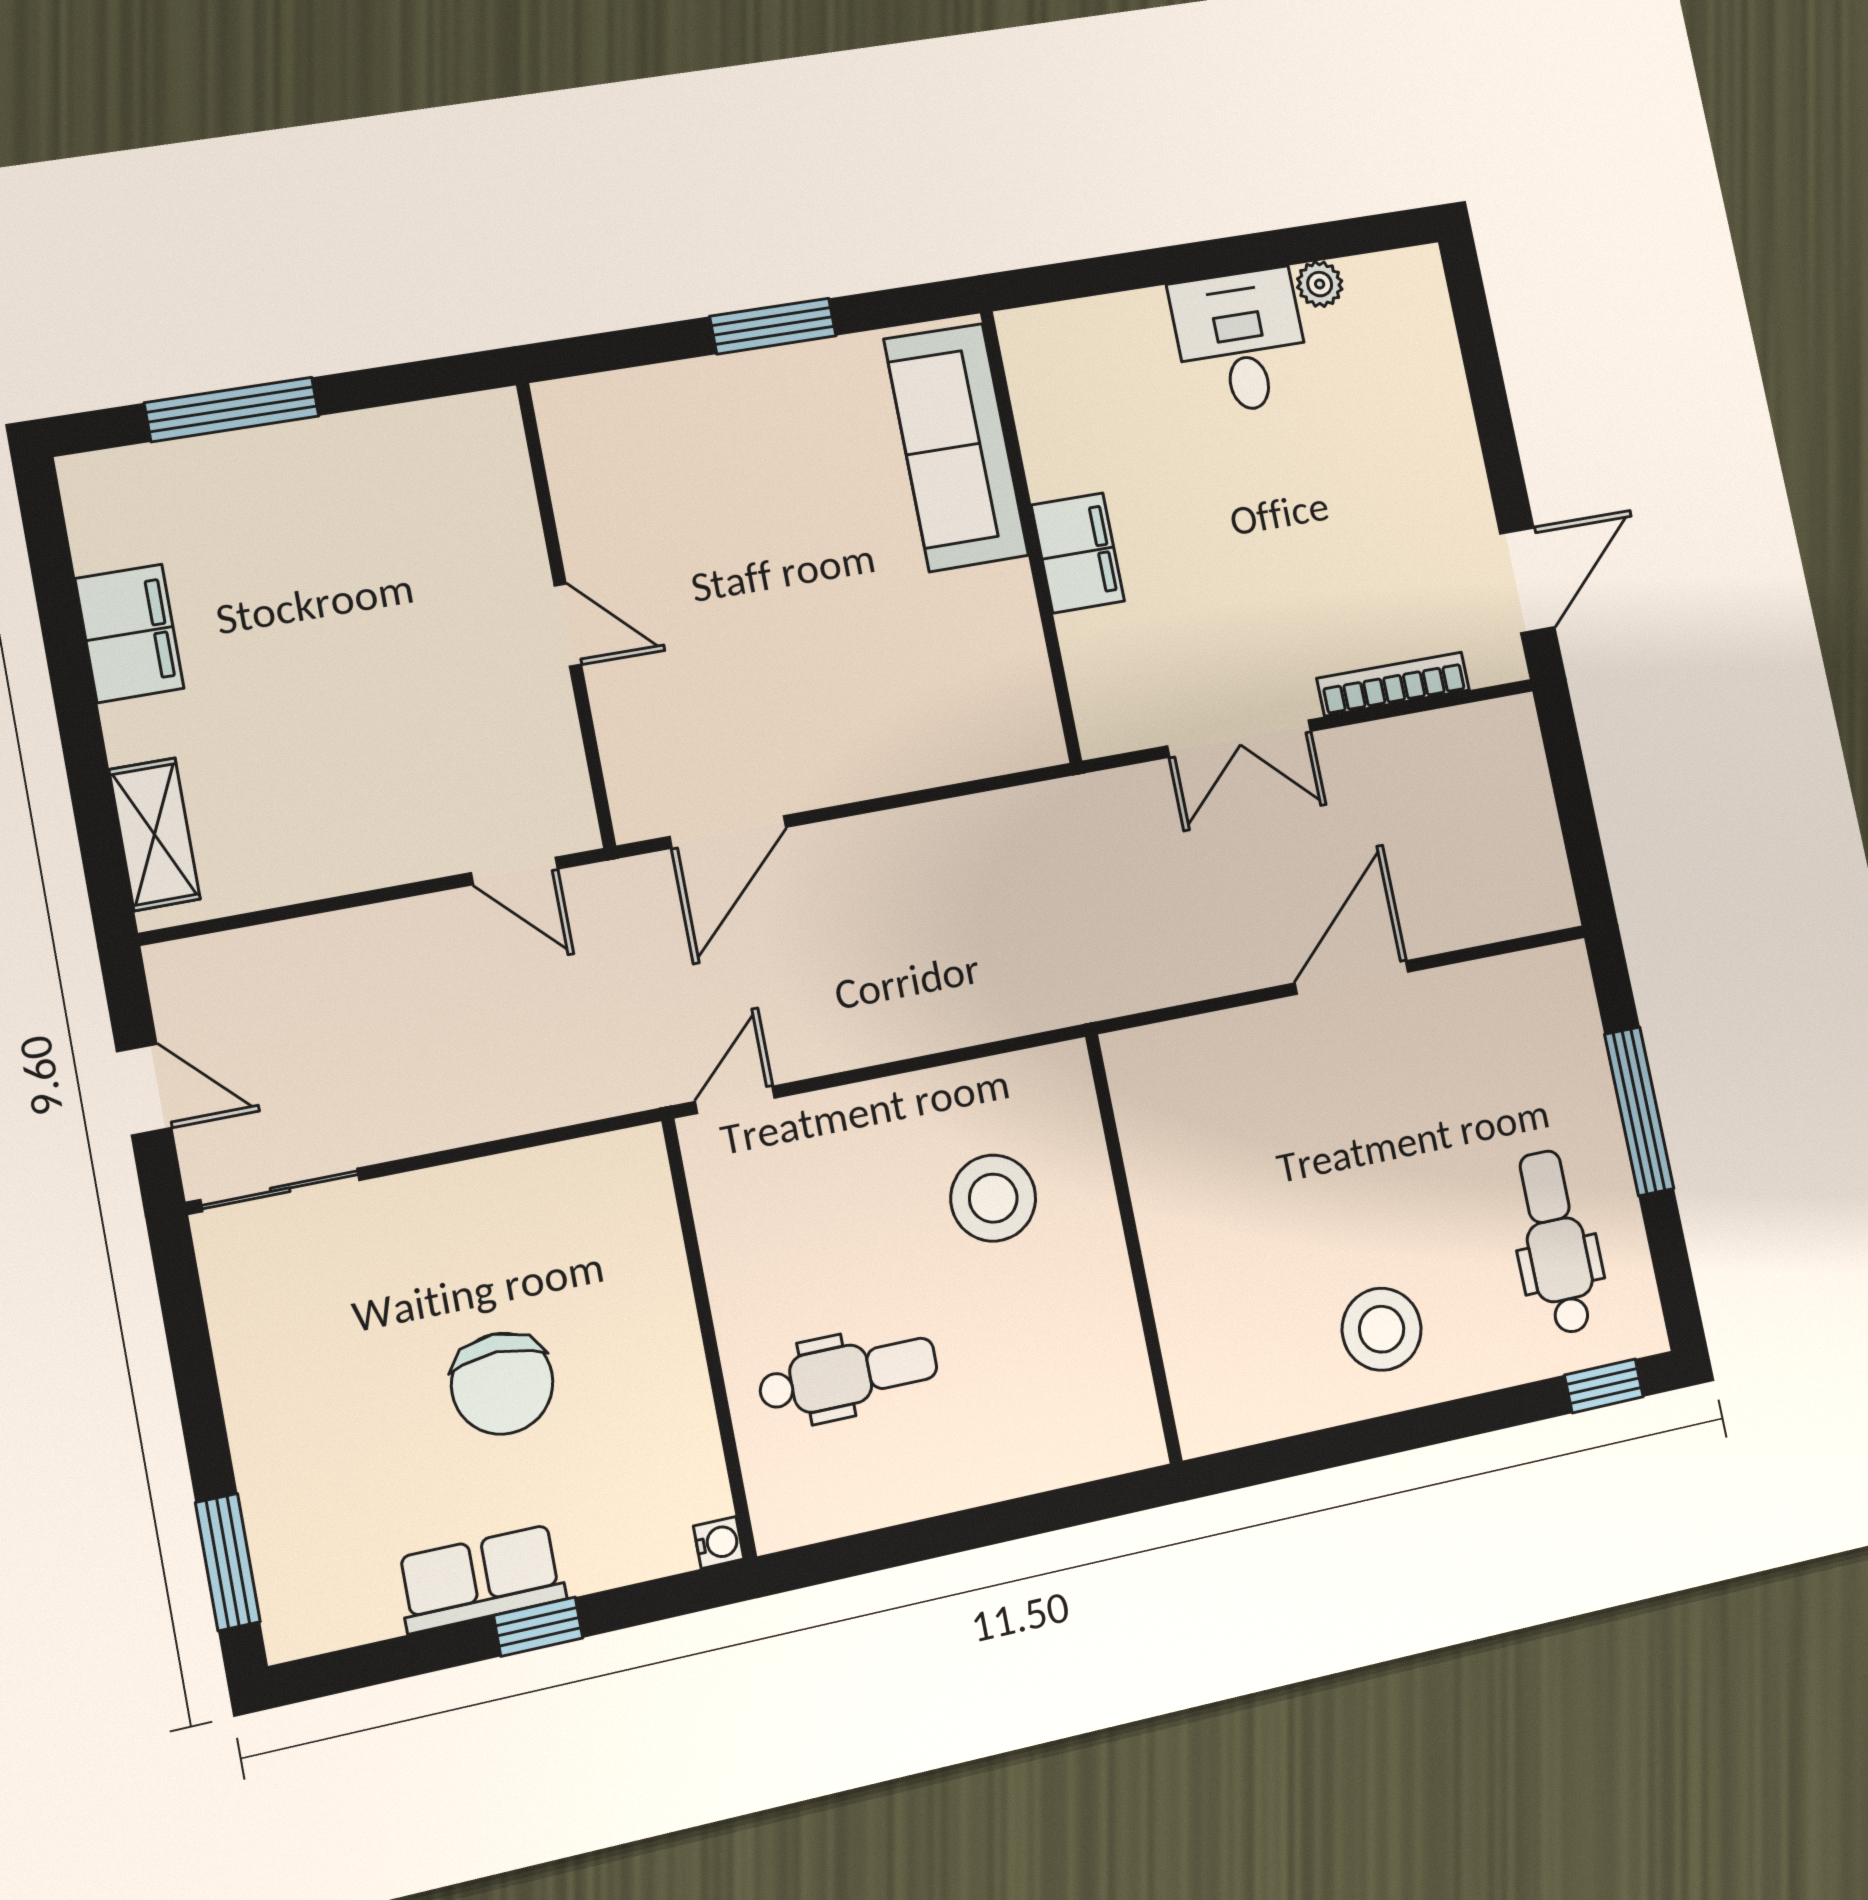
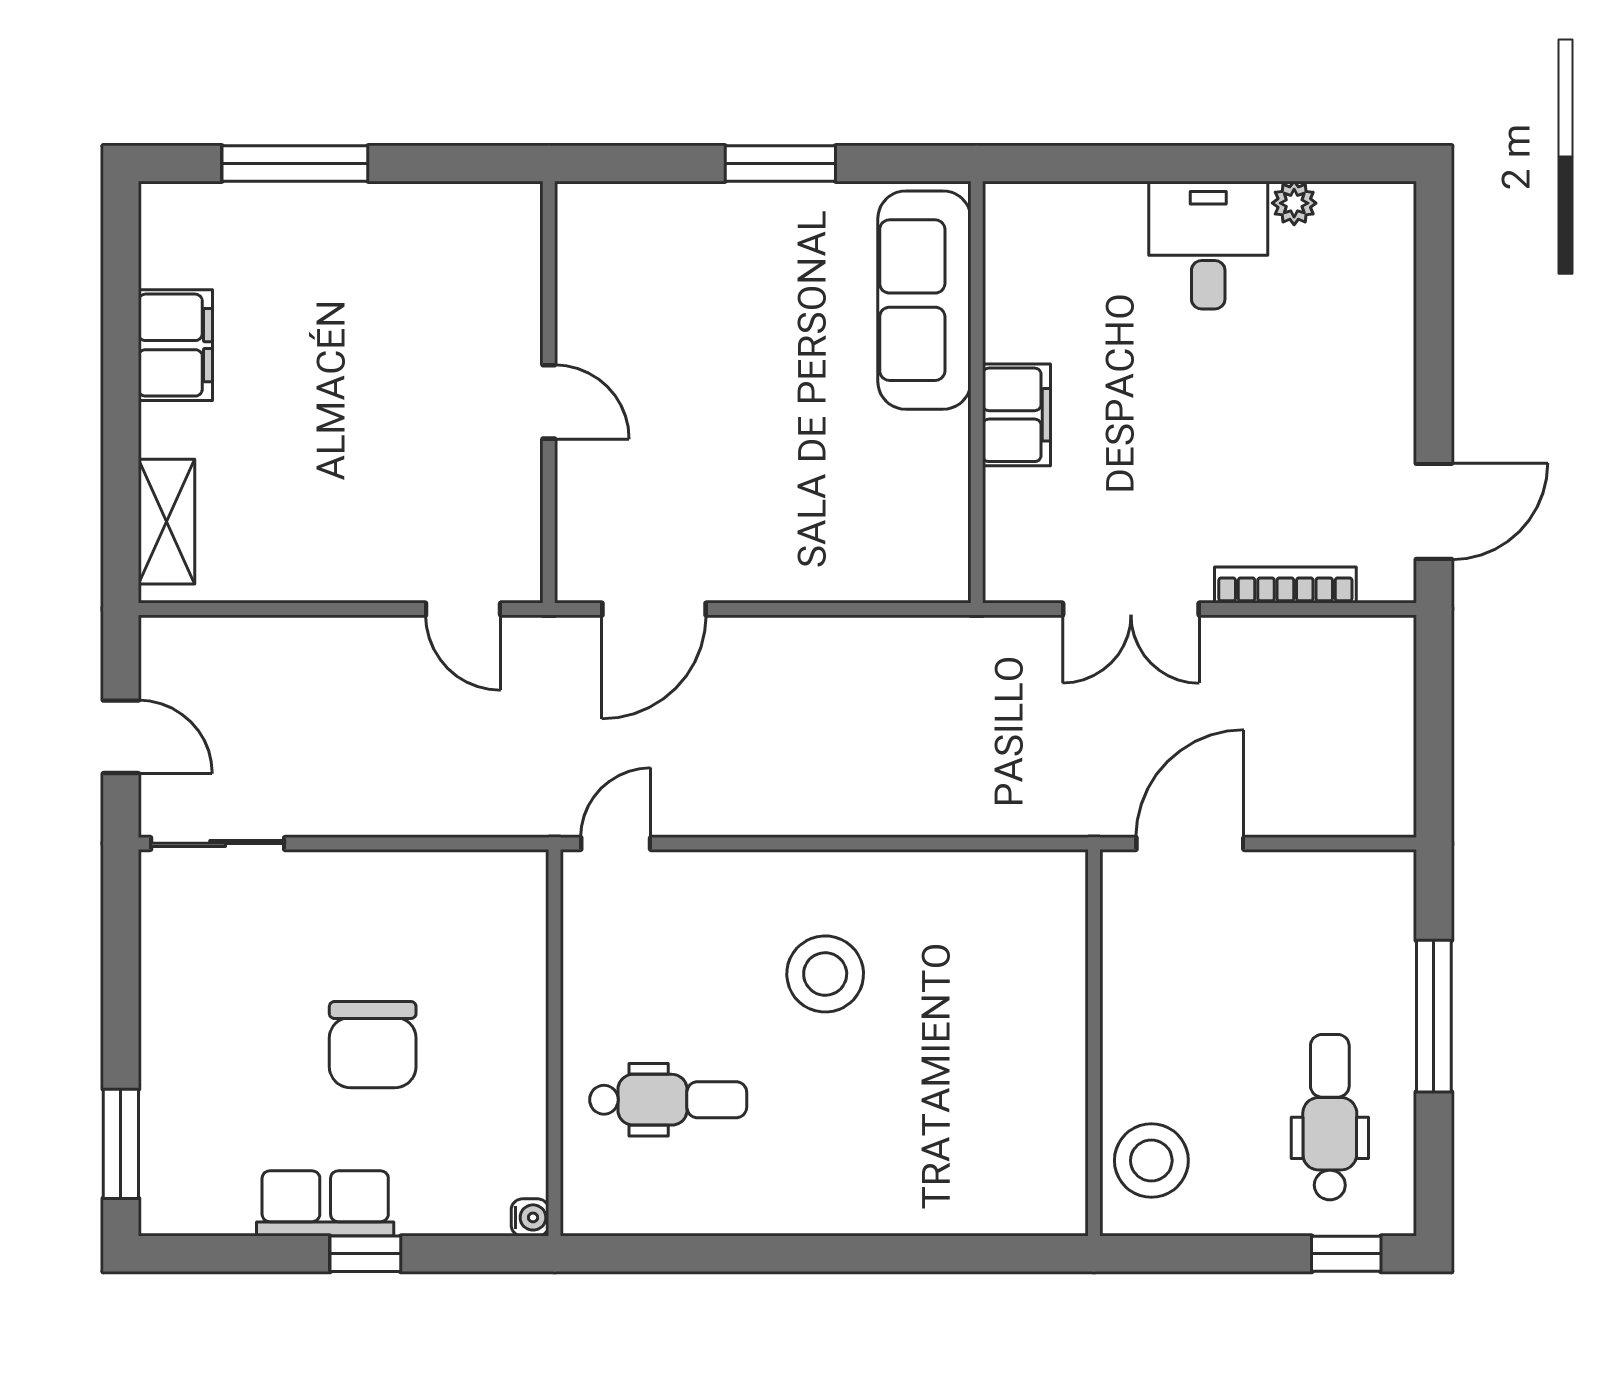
wall: (1134, 1248) -> (1094, 1043), moved

